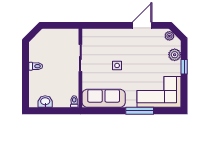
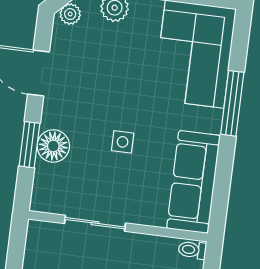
window: (111, 25) -> (29, 145), added
floor lamp: (111, 36) -> (53, 146), added

